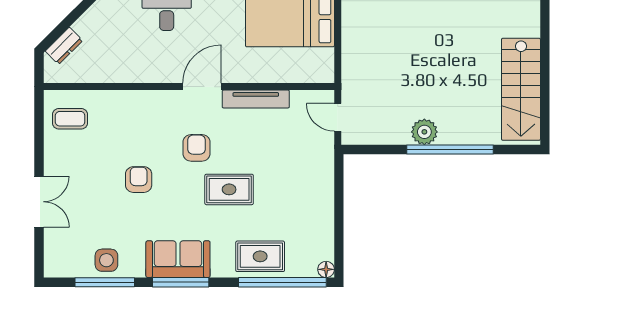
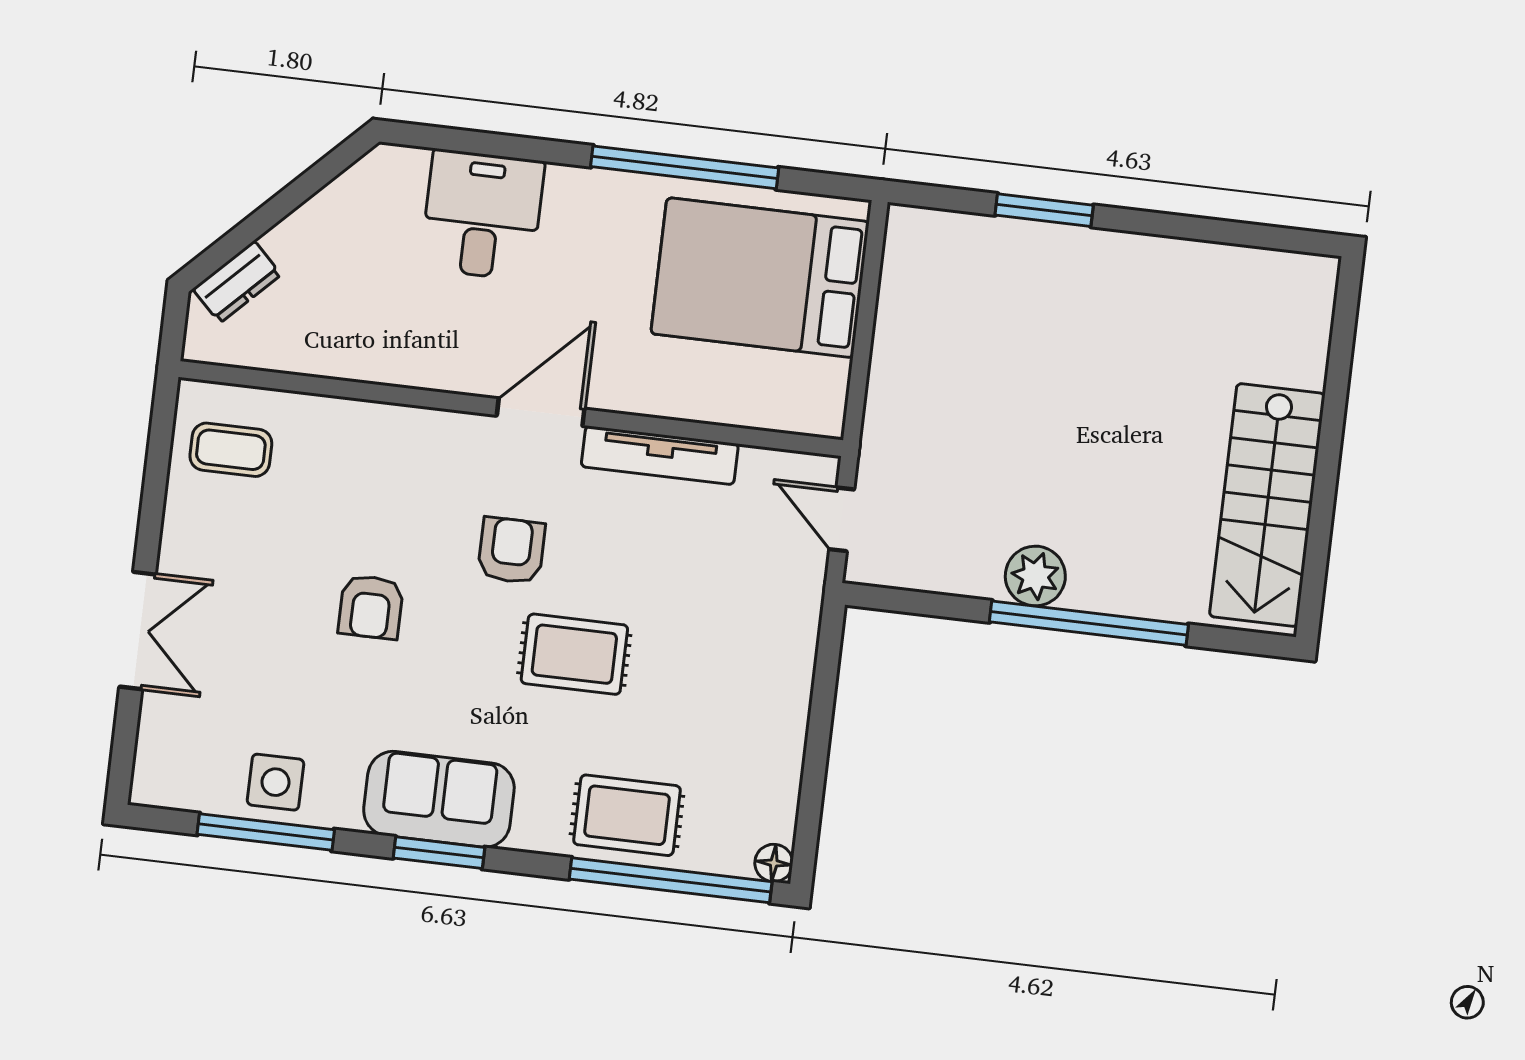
armchair: (139, 180) -> (371, 607), turned 180
window: (181, 282) -> (439, 853), width x0.69

